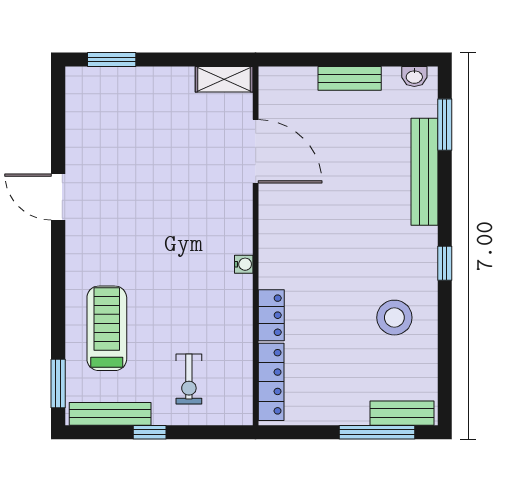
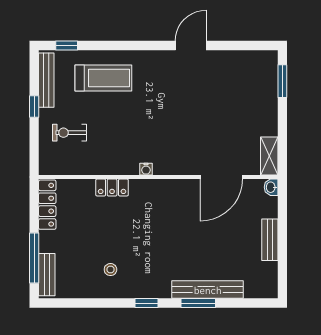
washbasin: (414, 76) -> (271, 187), moved
window: (445, 125) -> (198, 303), moved
stool: (394, 318) -> (110, 270), width x0.53, depth x0.53
locker: (271, 382) -> (47, 205), moved, turned -90
window: (58, 383) -> (67, 46), width x0.67

